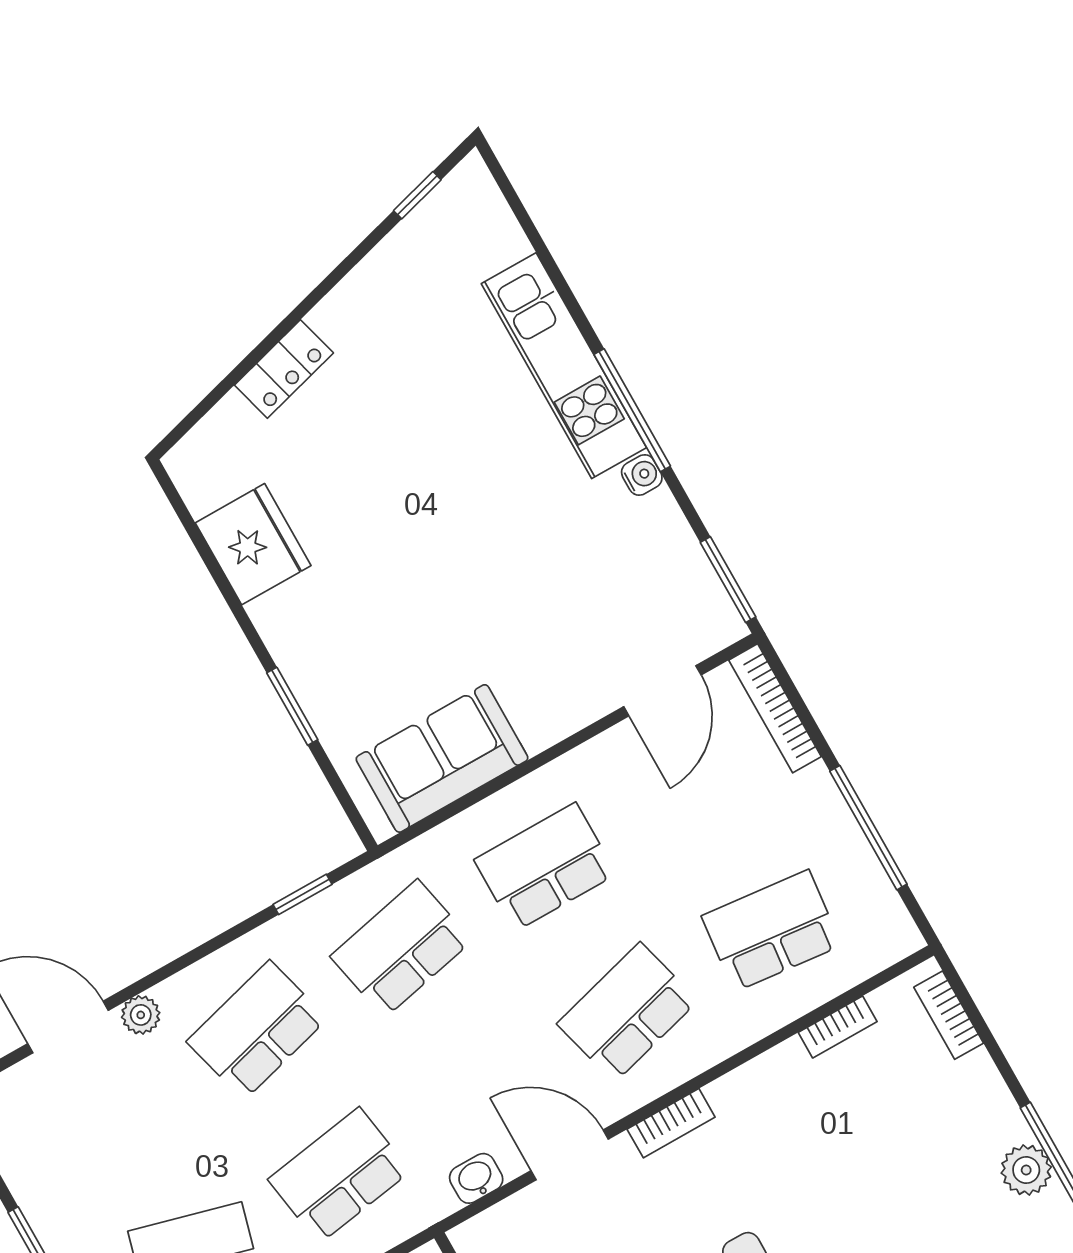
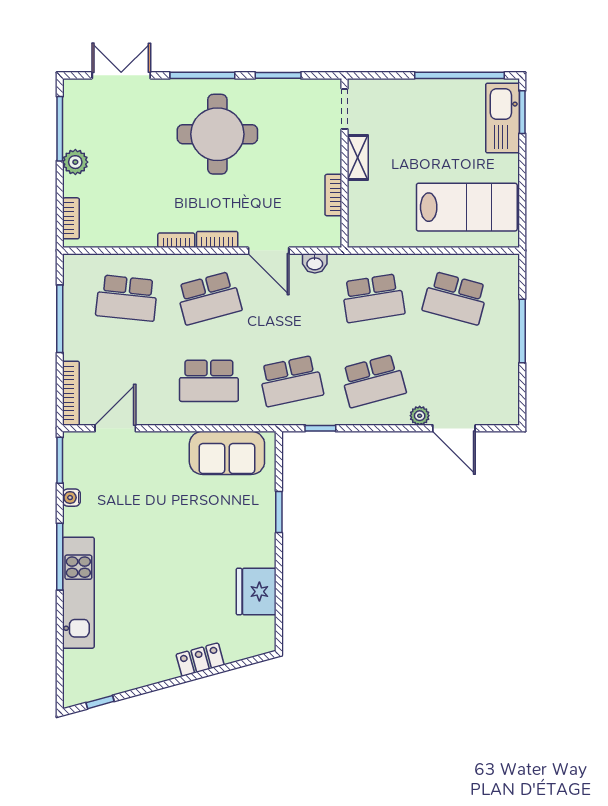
water cooler: (642, 475) -> (71, 498), moved
bookcase: (838, 1027) -> (176, 240), moved
plant: (1026, 1170) -> (75, 162), moved

